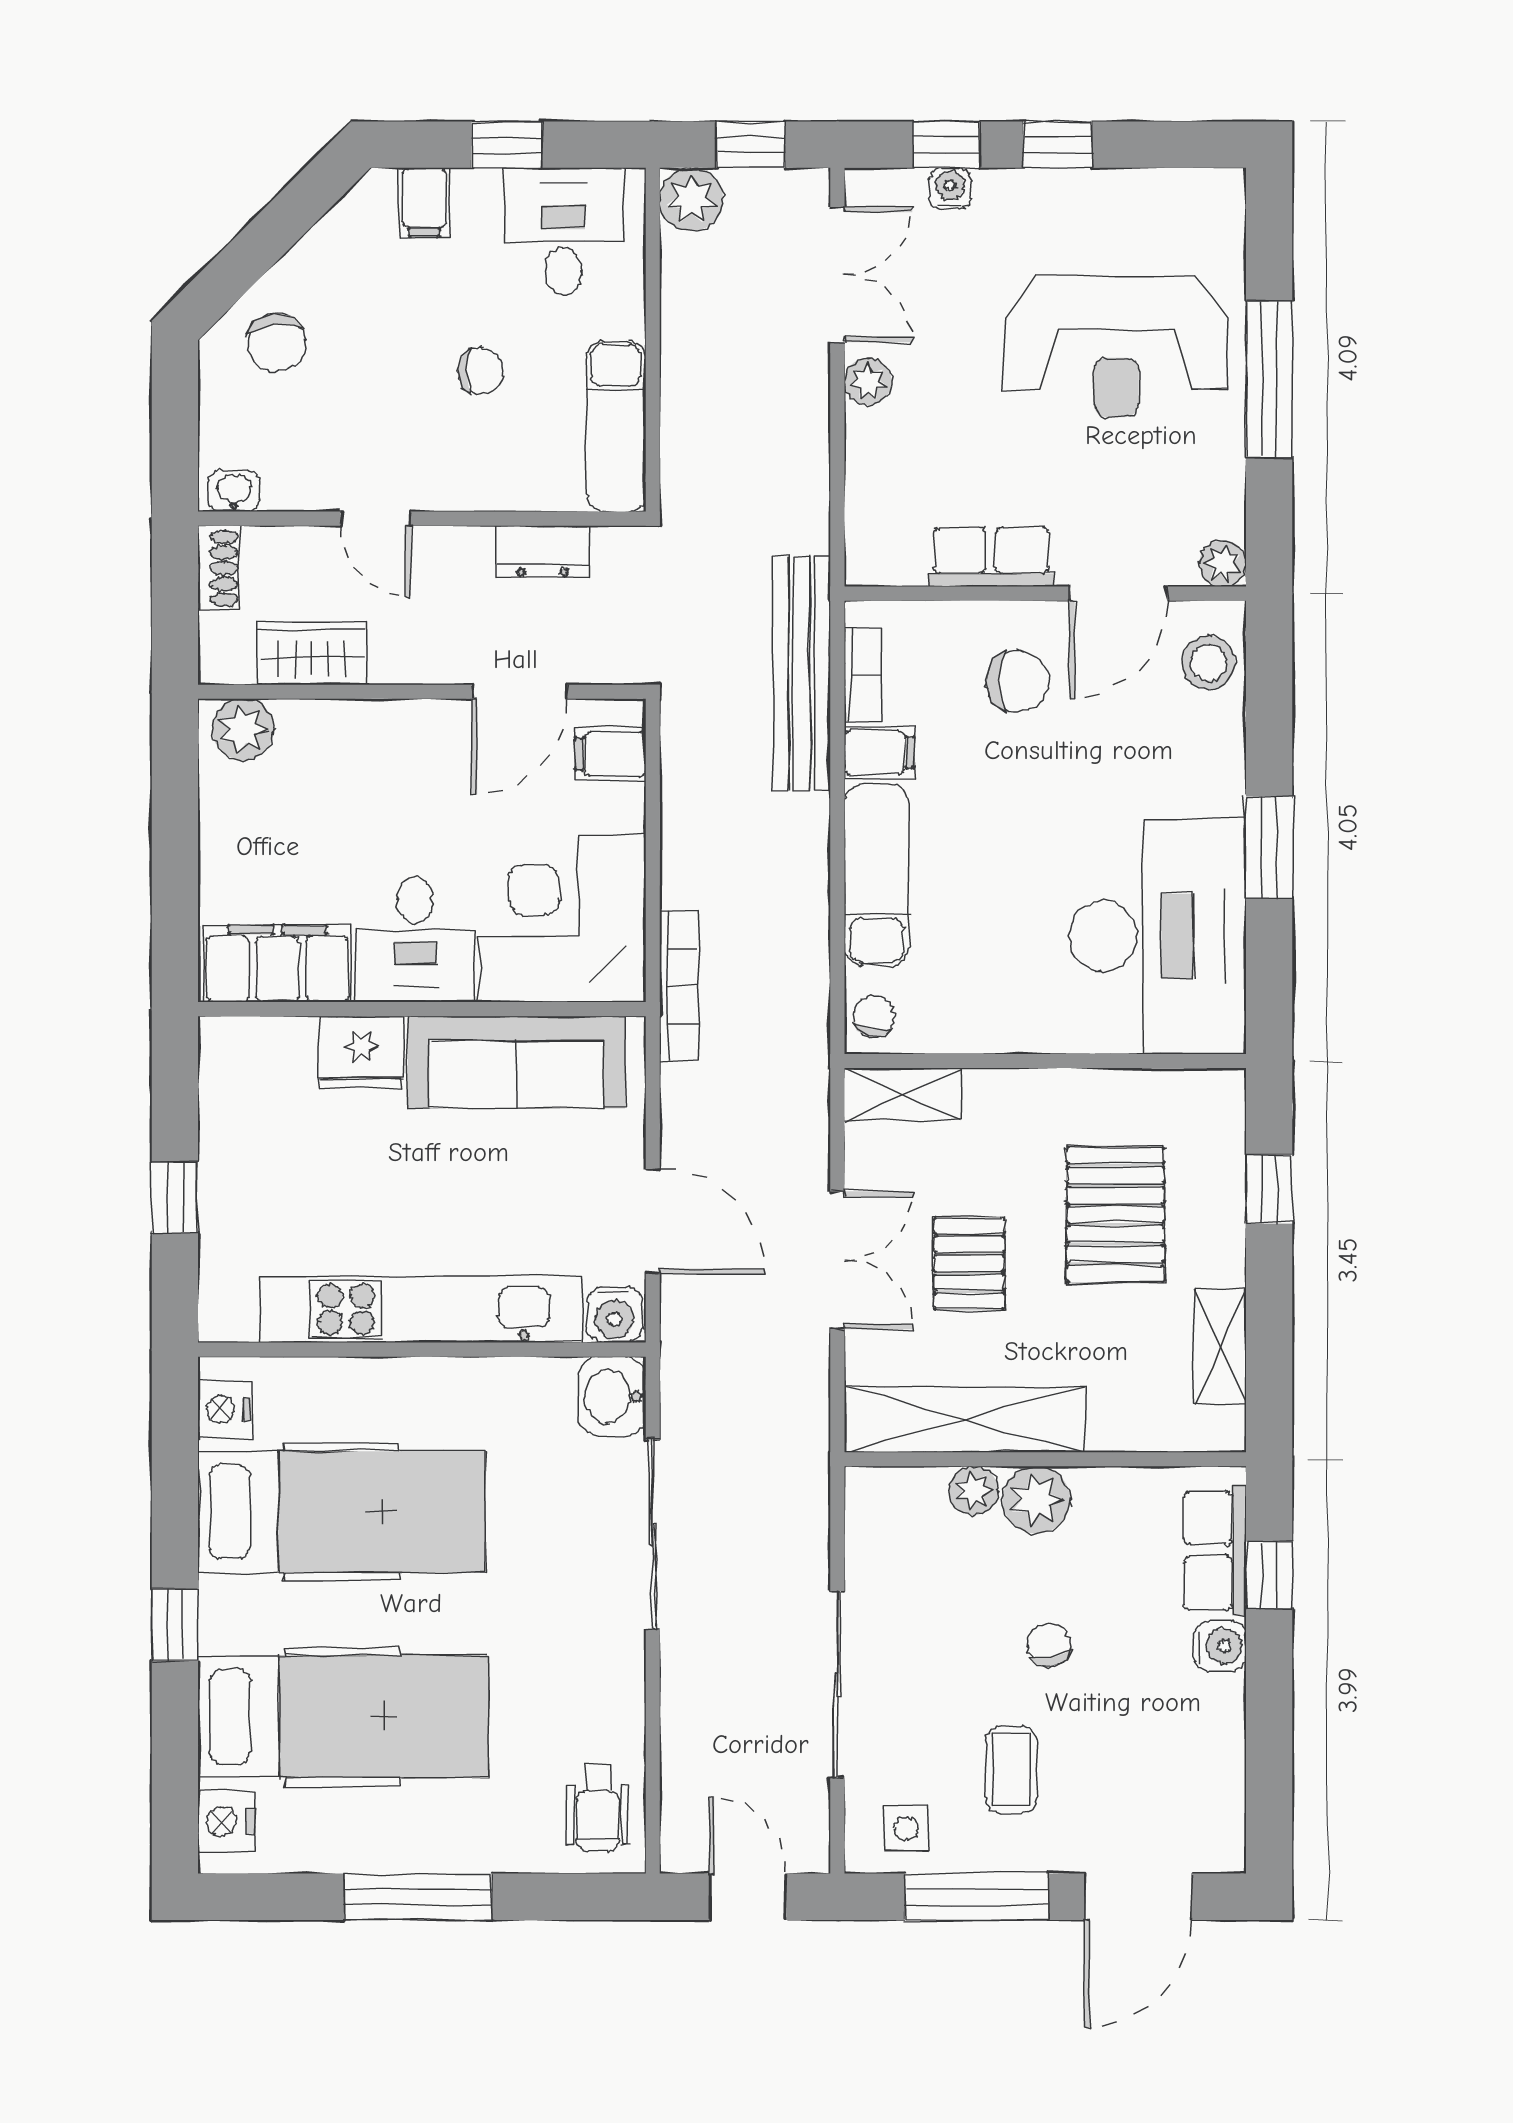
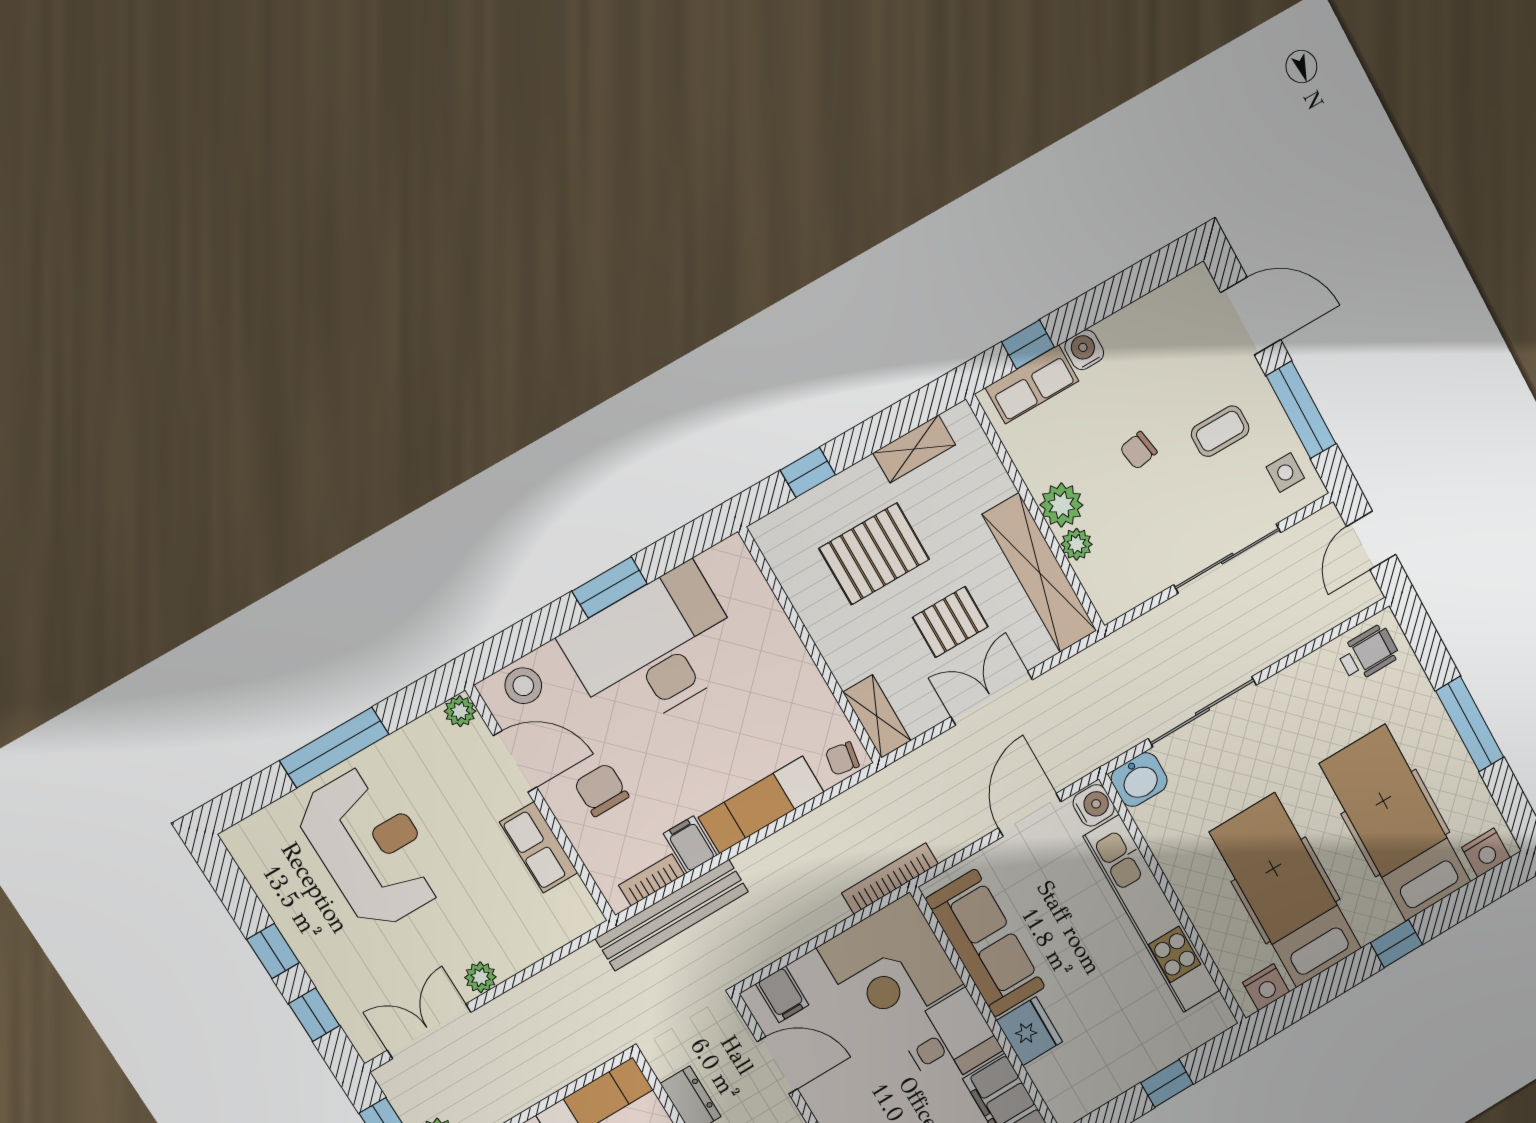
water cooler: (950, 189) -> (339, 997), removed
desk: (1158, 936) -> (654, 649), moved

